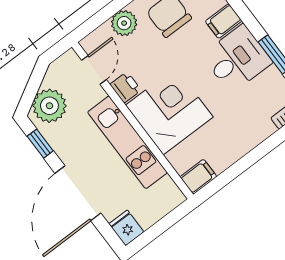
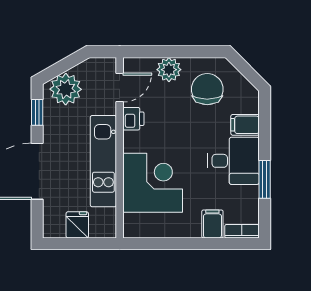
corner desk: (169, 111) -> (153, 183), moved
filing cabinet: (198, 177) -> (212, 224), moved, turned -90
fridge: (126, 228) -> (77, 225), moved

